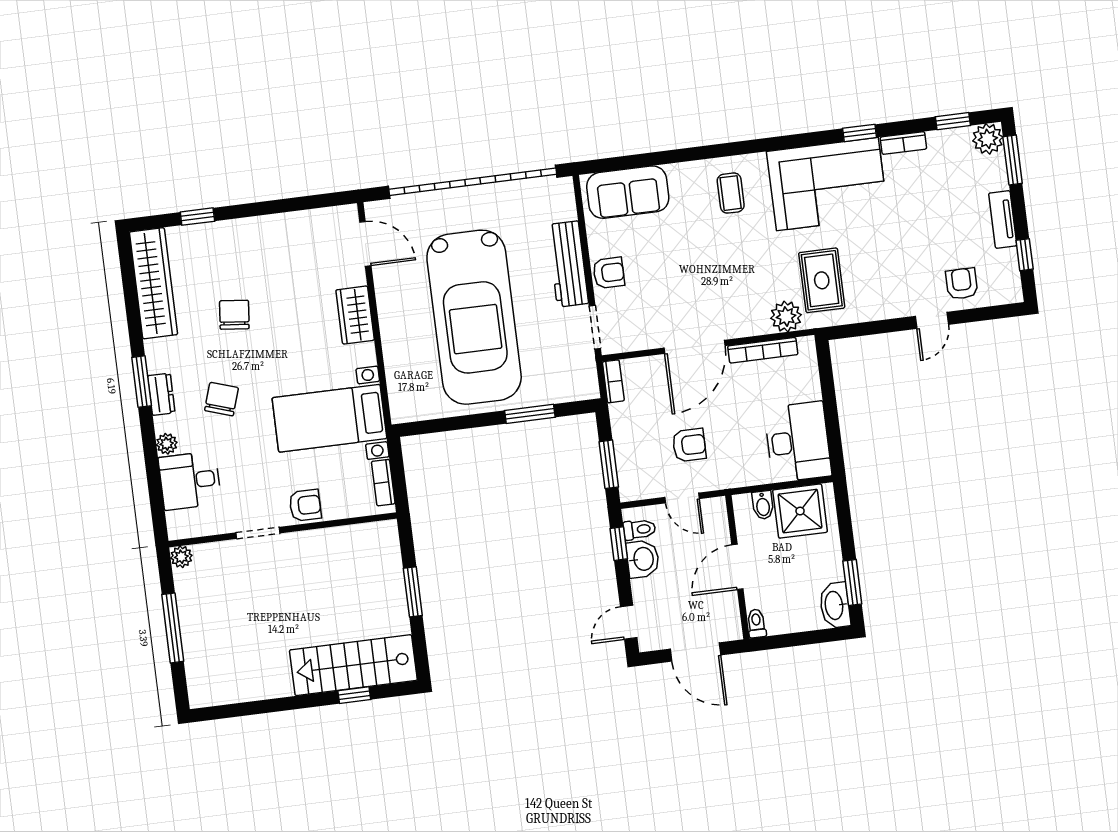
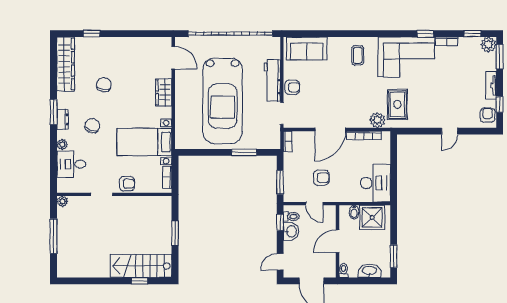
armchair: (962, 284) -> (488, 115), moved
washbasin: (835, 605) -> (369, 271), moved, turned 90

